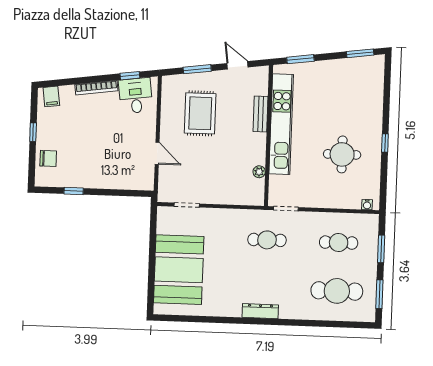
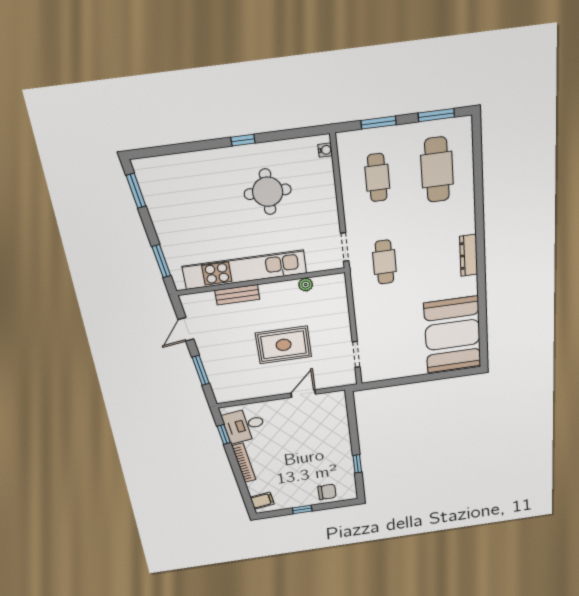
rug: (200, 113) -> (284, 345), moved
chair: (48, 158) -> (327, 492), turned 90
booth: (179, 270) -> (453, 335), moved, turned 90

